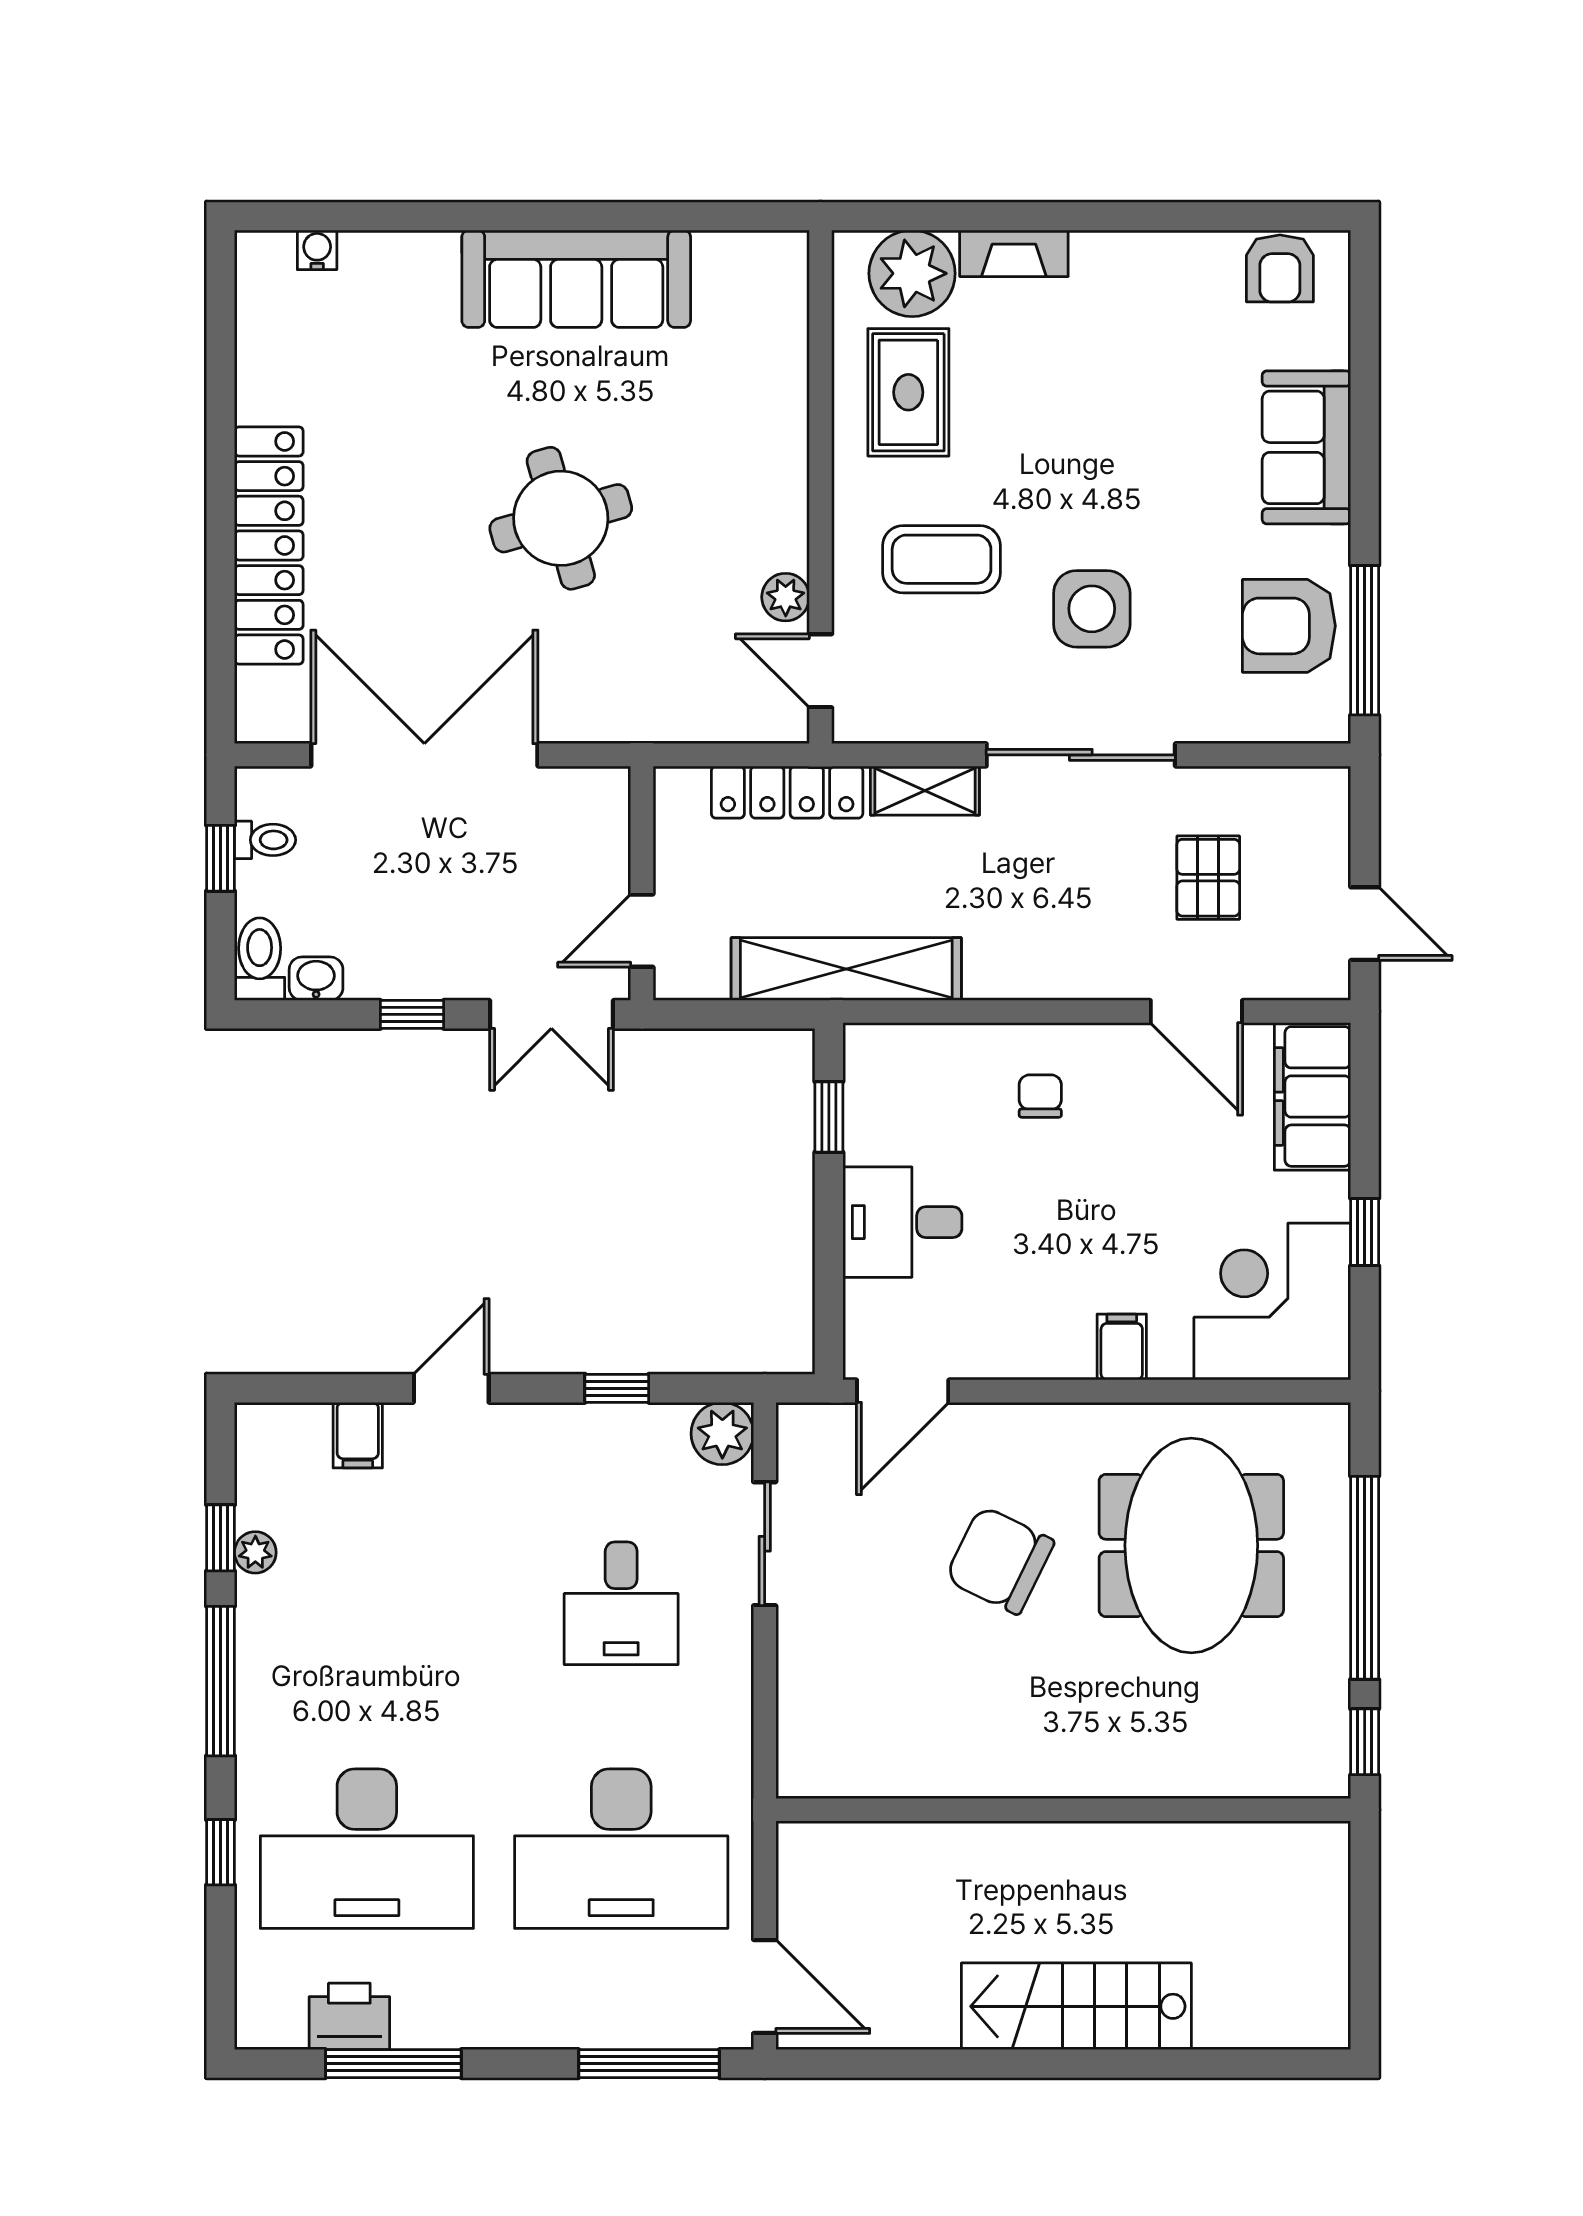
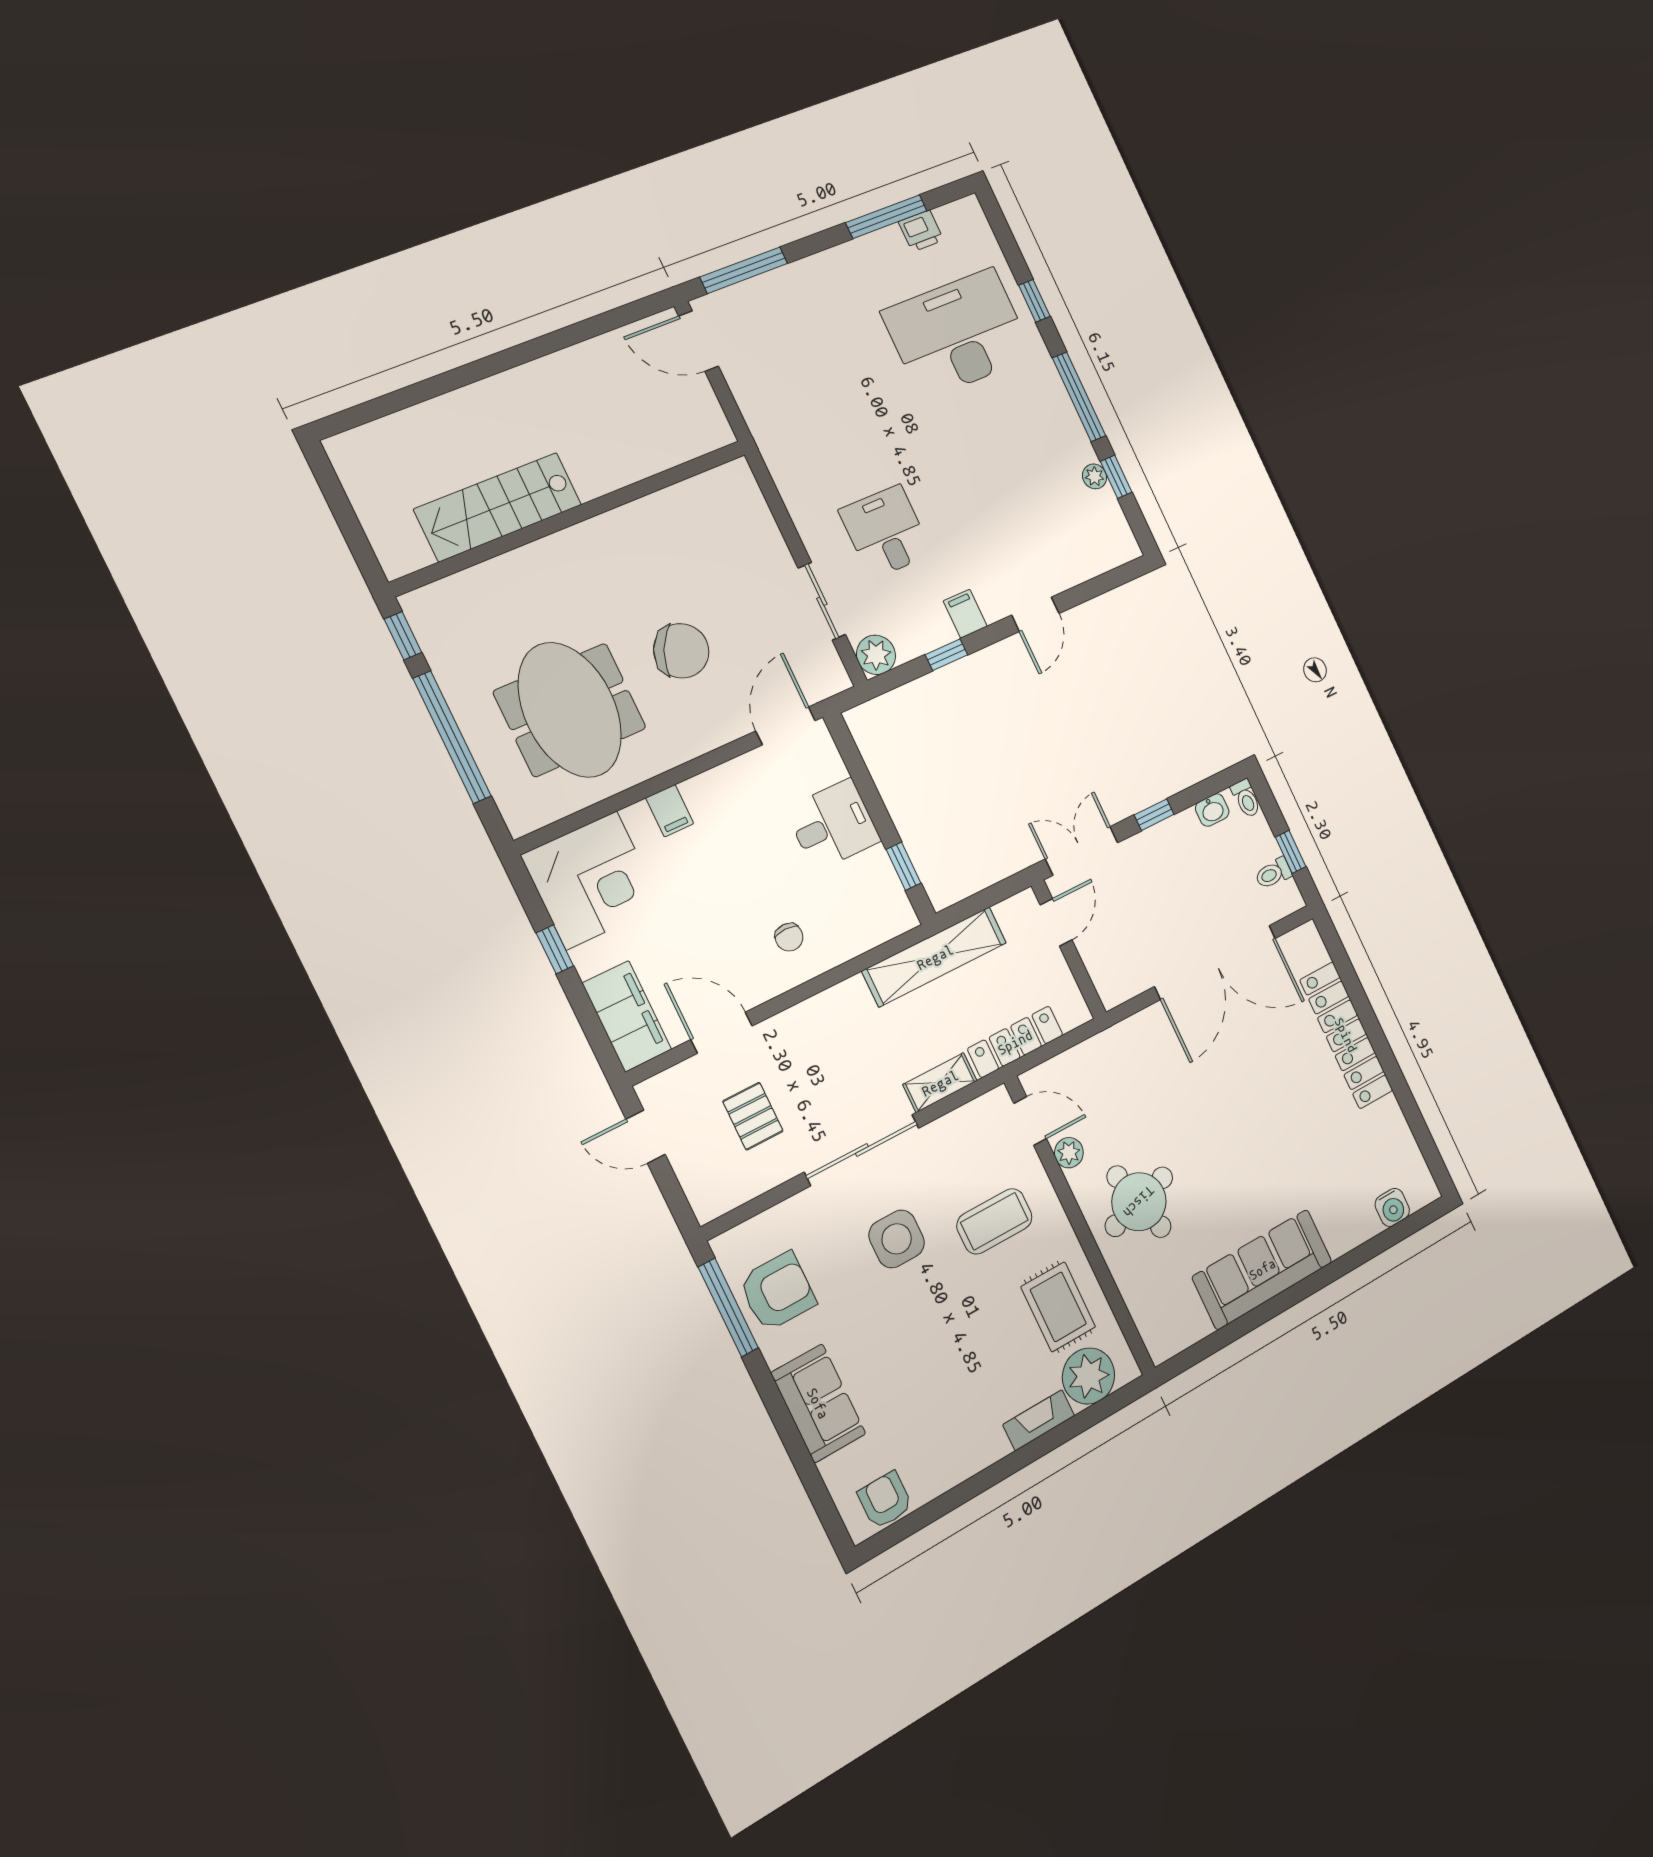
water cooler: (317, 250) -> (1392, 1207), width x1.38, depth x1.38
round table: (561, 518) -> (1139, 1202), moved
toilet: (260, 959) -> (1246, 798), width x0.73, depth x0.72
filing cabinet: (358, 1435) -> (965, 614), moved
desk: (621, 1849) -> (819, 390), removed
stairs: (1076, 2006) -> (498, 507), moved, turned 180
printer: (349, 2016) -> (921, 231), width x0.73, depth x0.81

